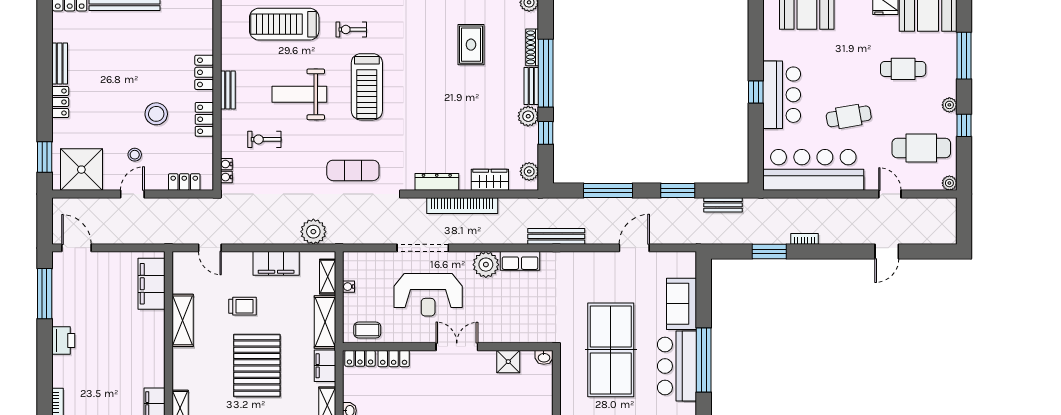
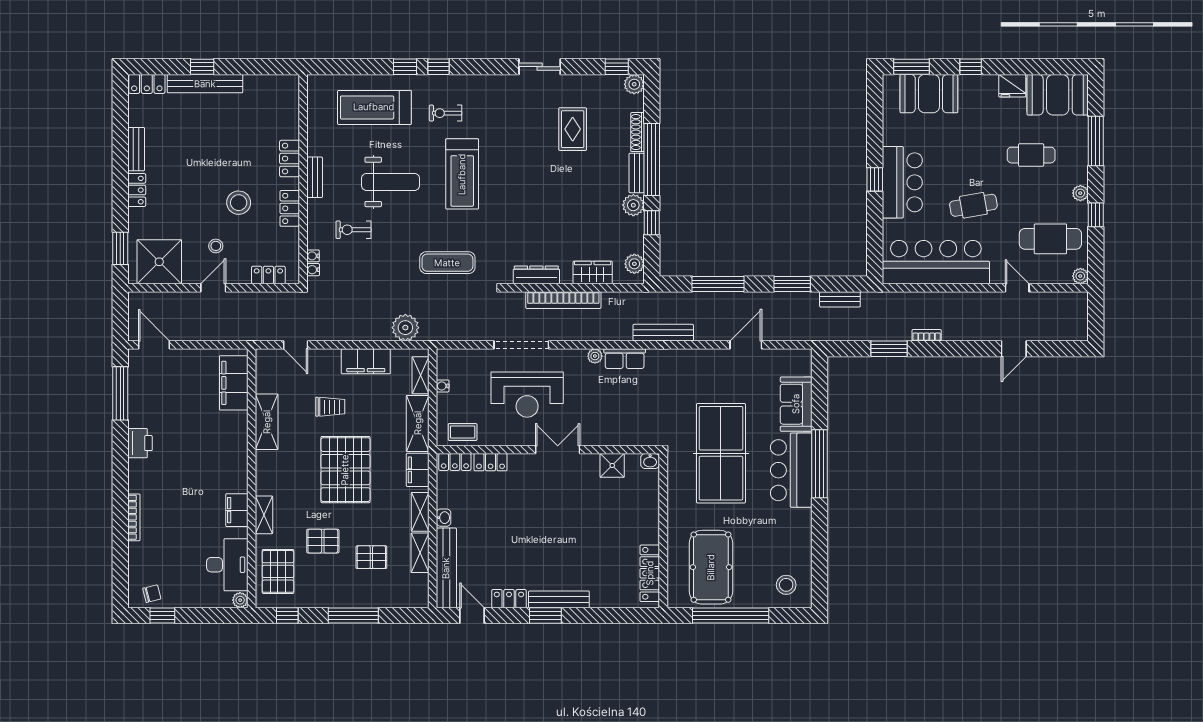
weight bench: (299, 94) -> (391, 182), turned 180
plant: (486, 265) -> (595, 356), width x0.53, depth x0.53

